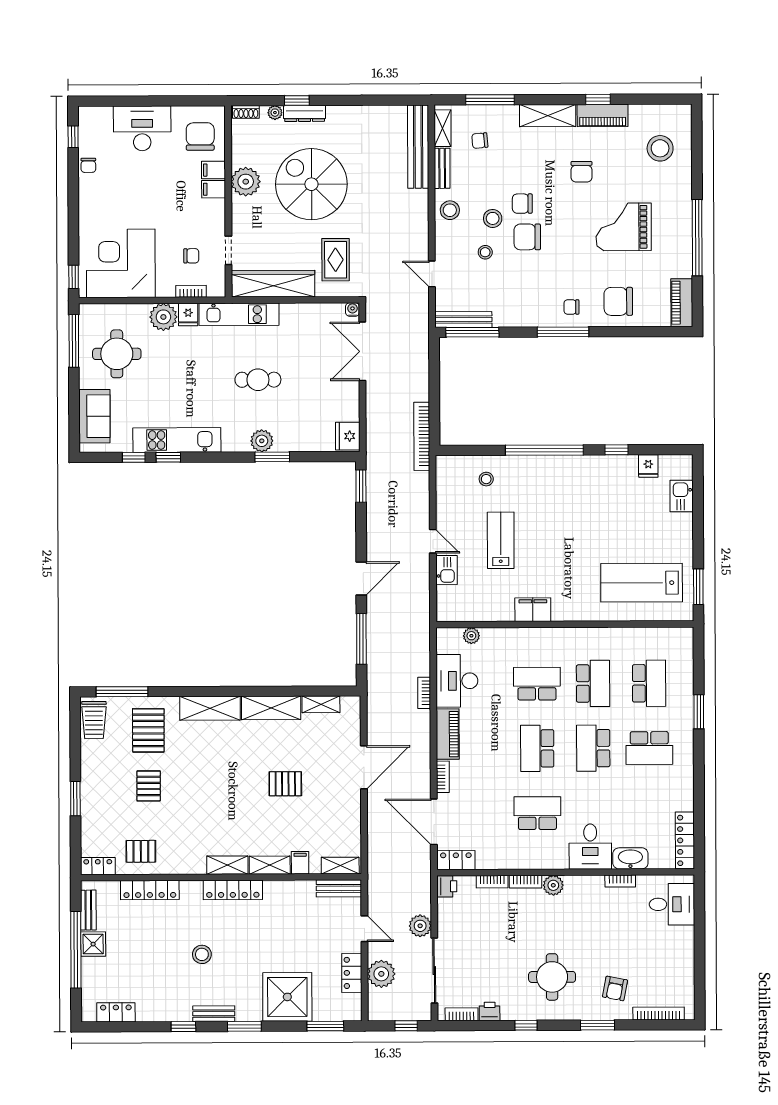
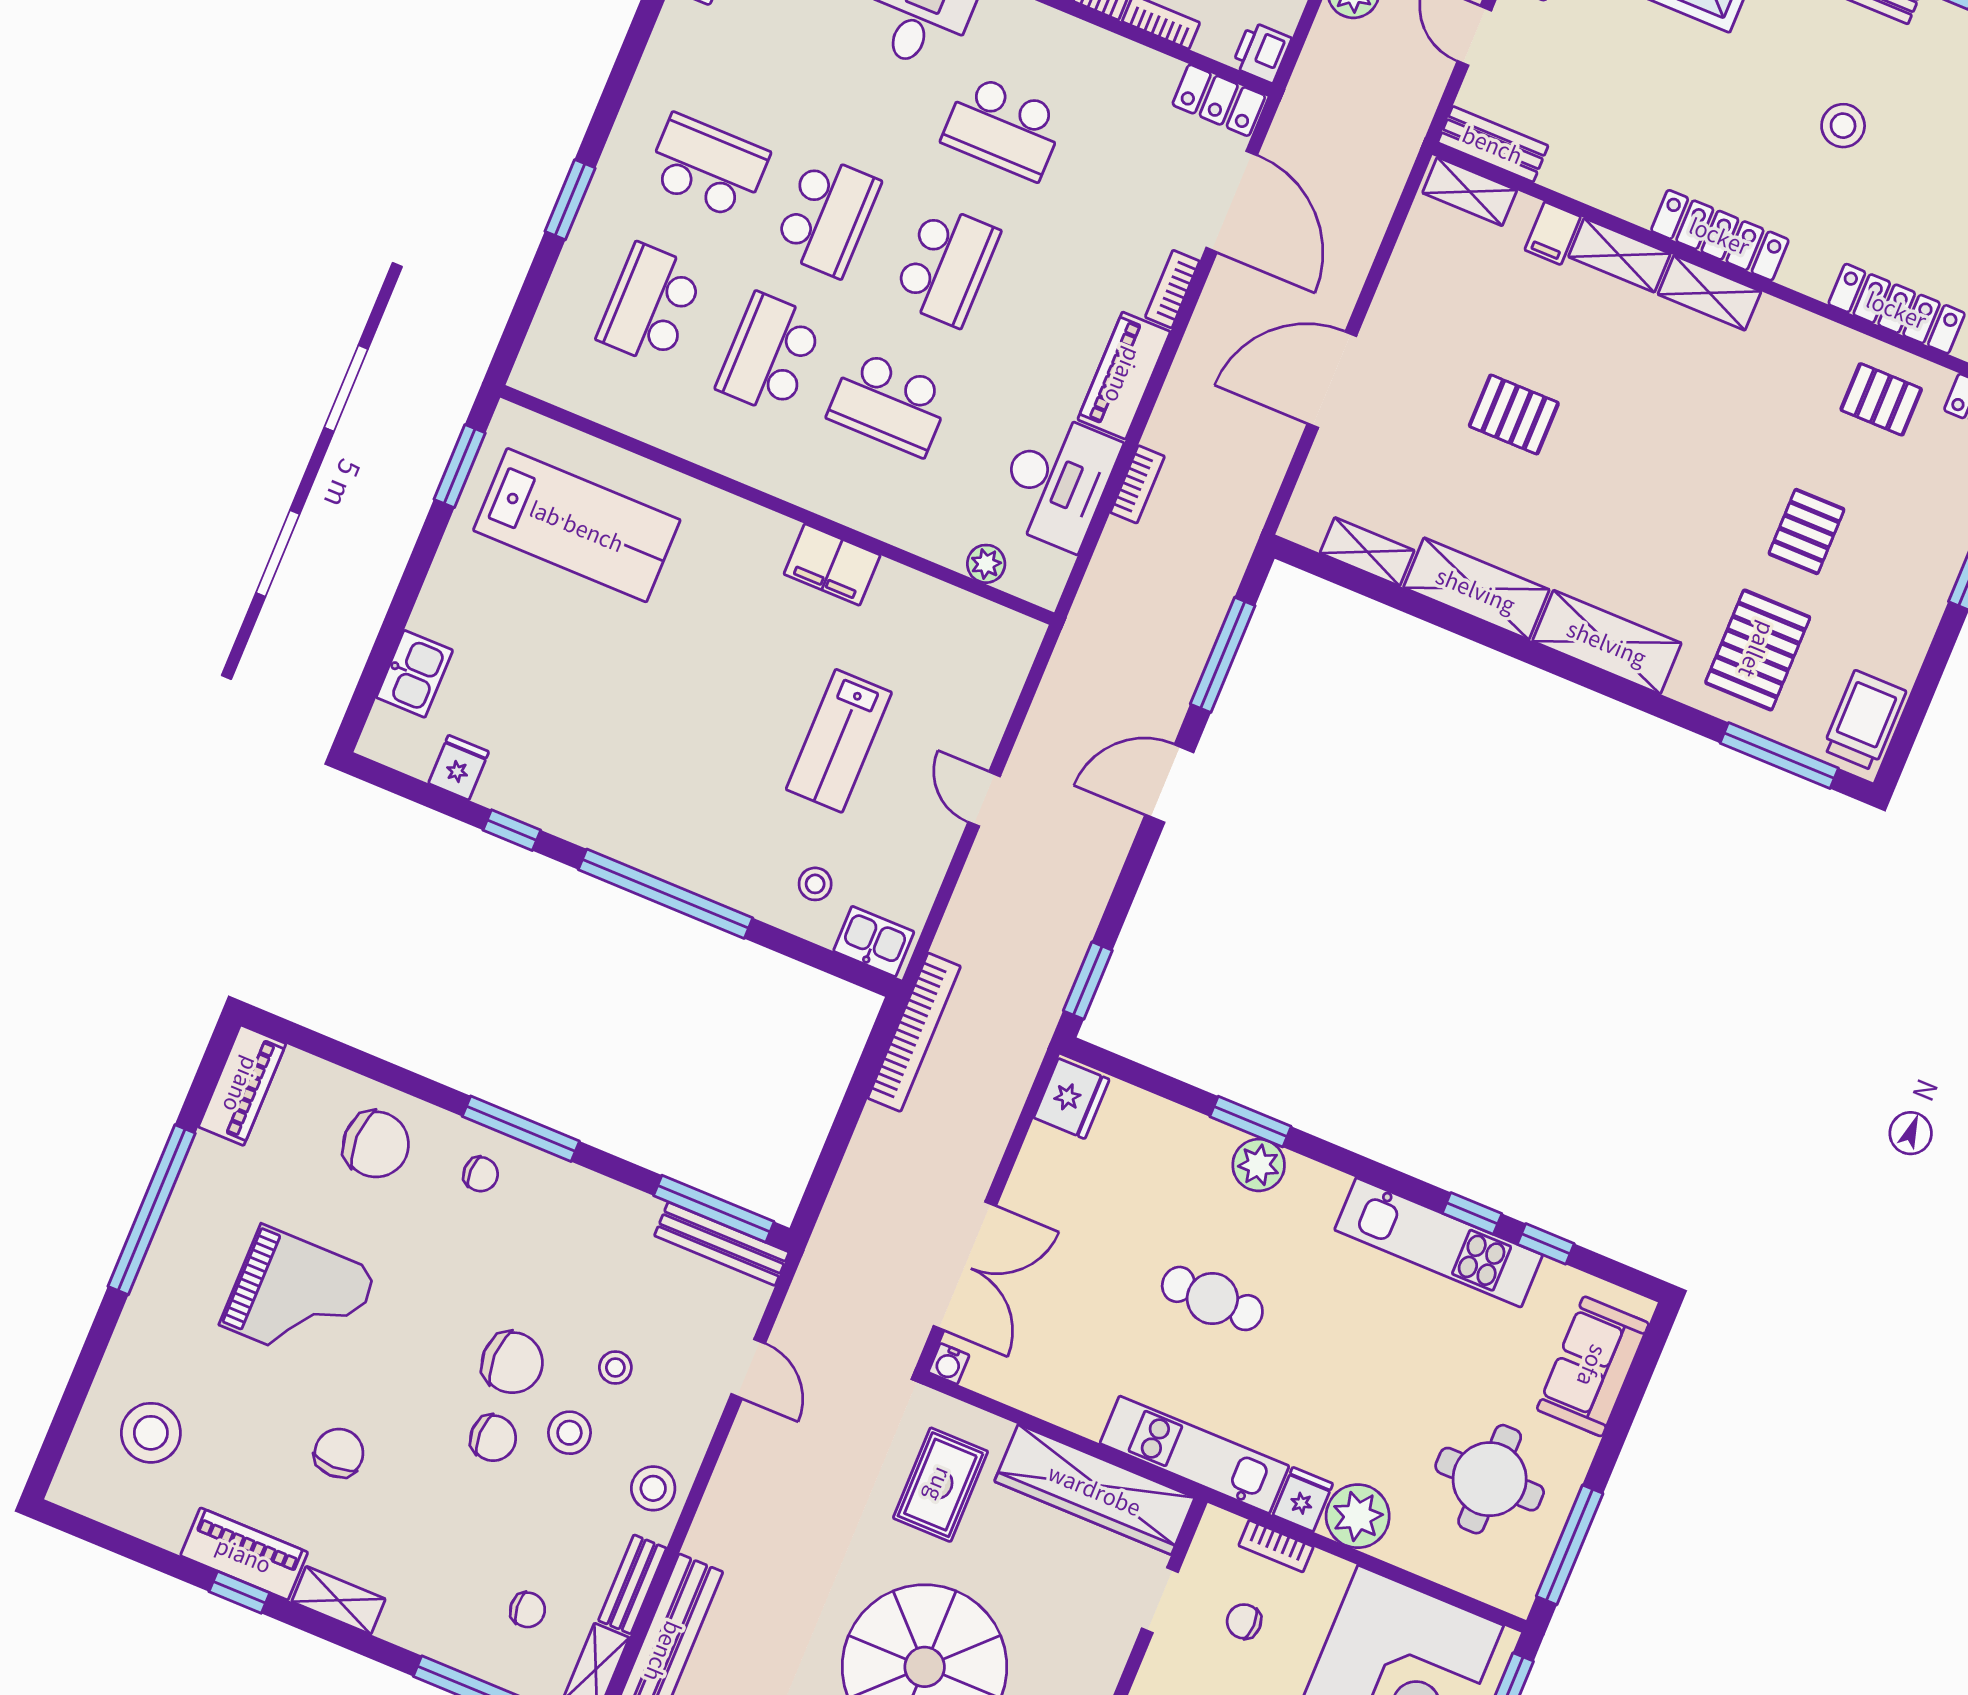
shelving: (548, 116) -> (338, 1600), width x0.67, depth x0.75
kitchen sink: (446, 570) -> (874, 941), moved, turned 90

